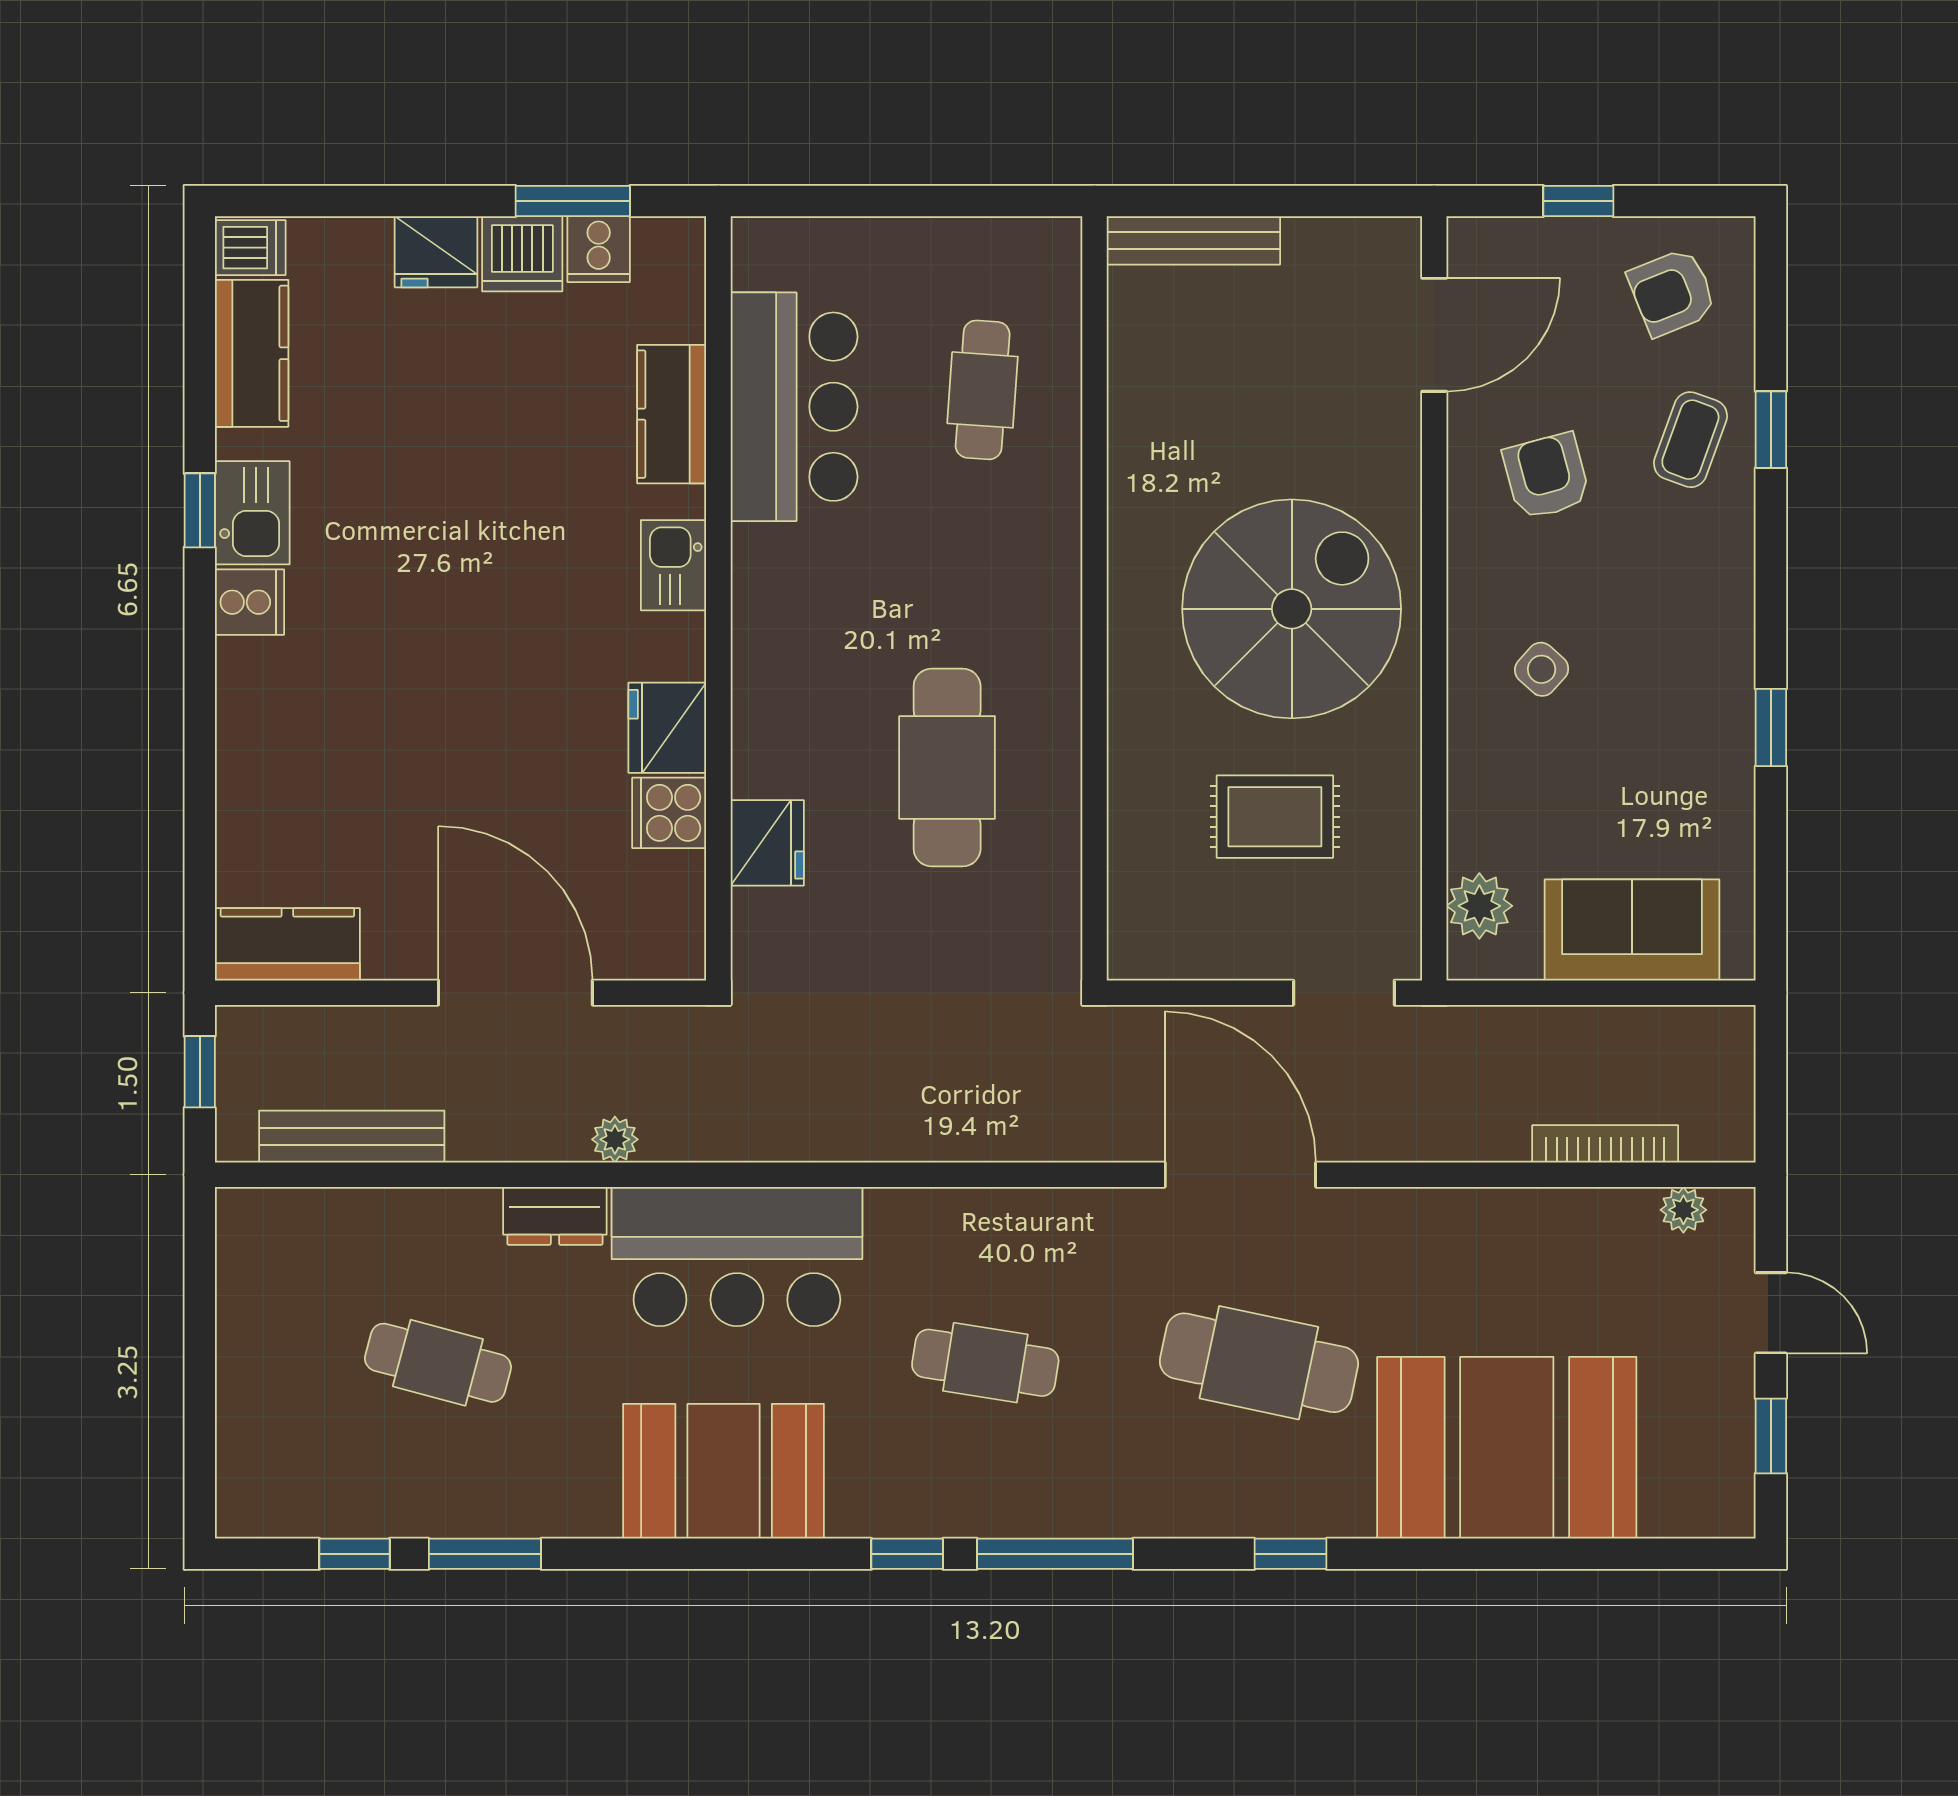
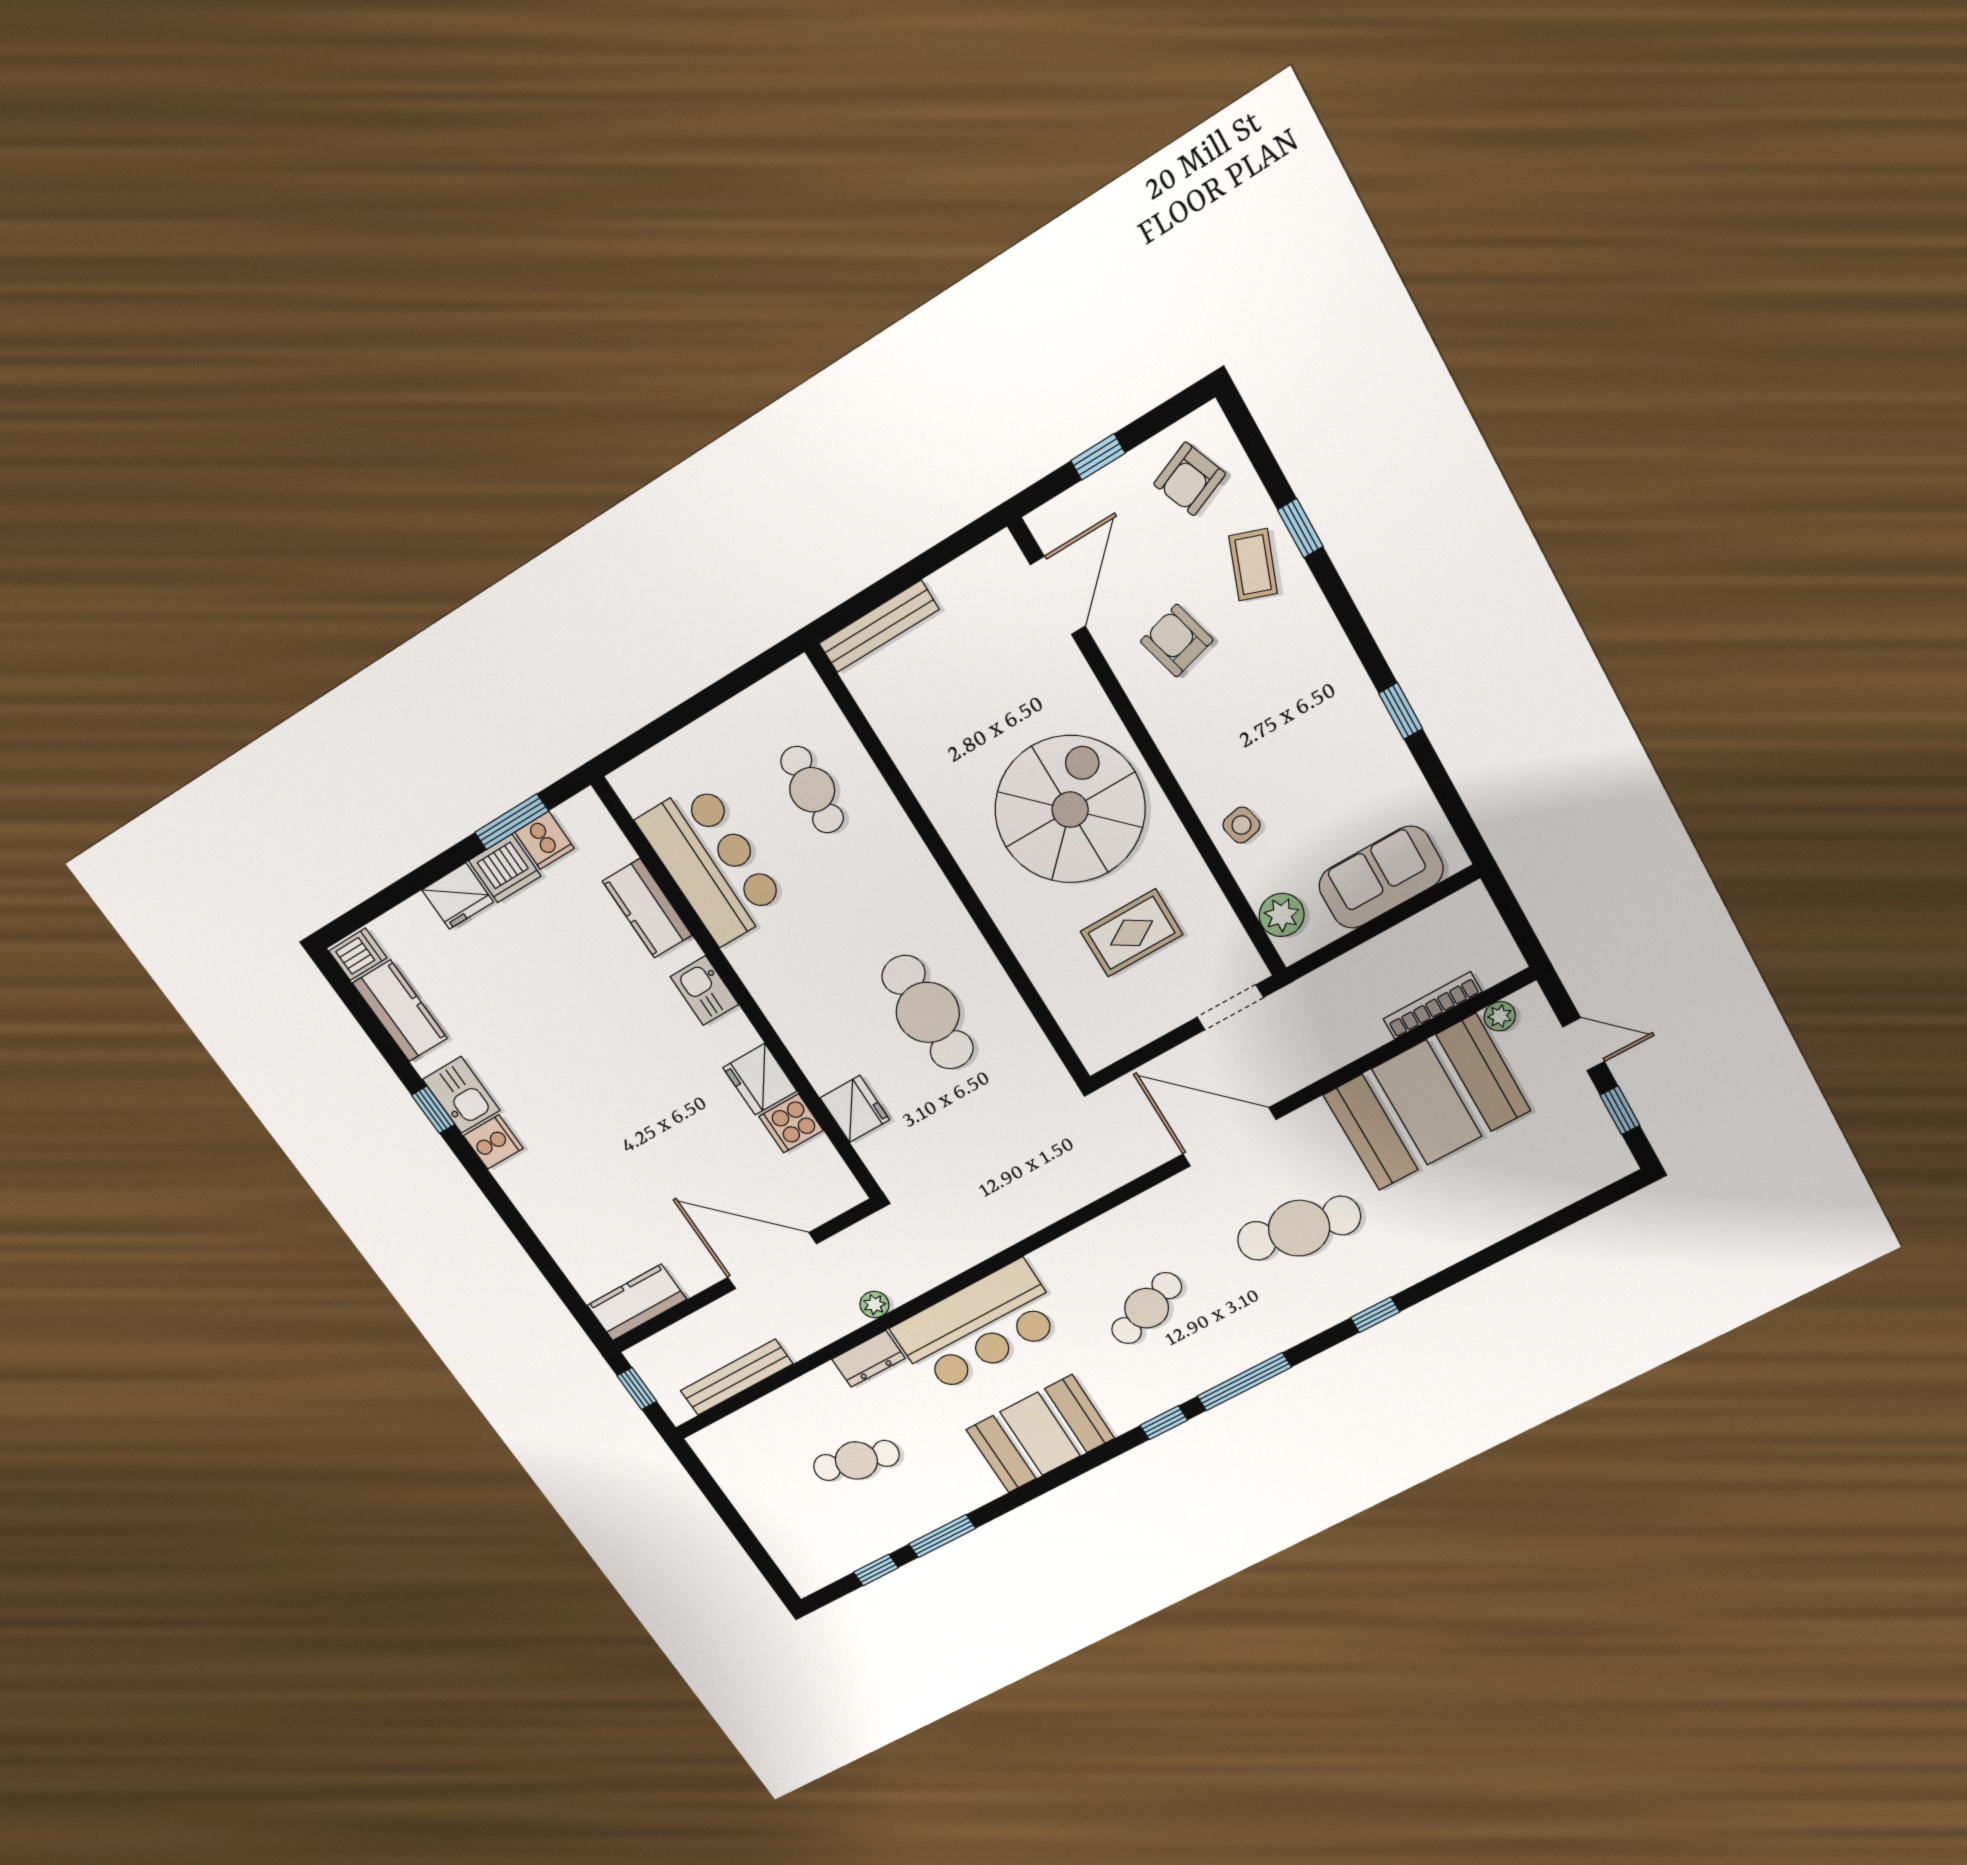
side table: (1542, 669) -> (1241, 825), moved, turned 36
cafe table: (985, 1363) -> (1147, 1308), turned -30
booth: (1507, 1448) -> (1427, 1103), moved

